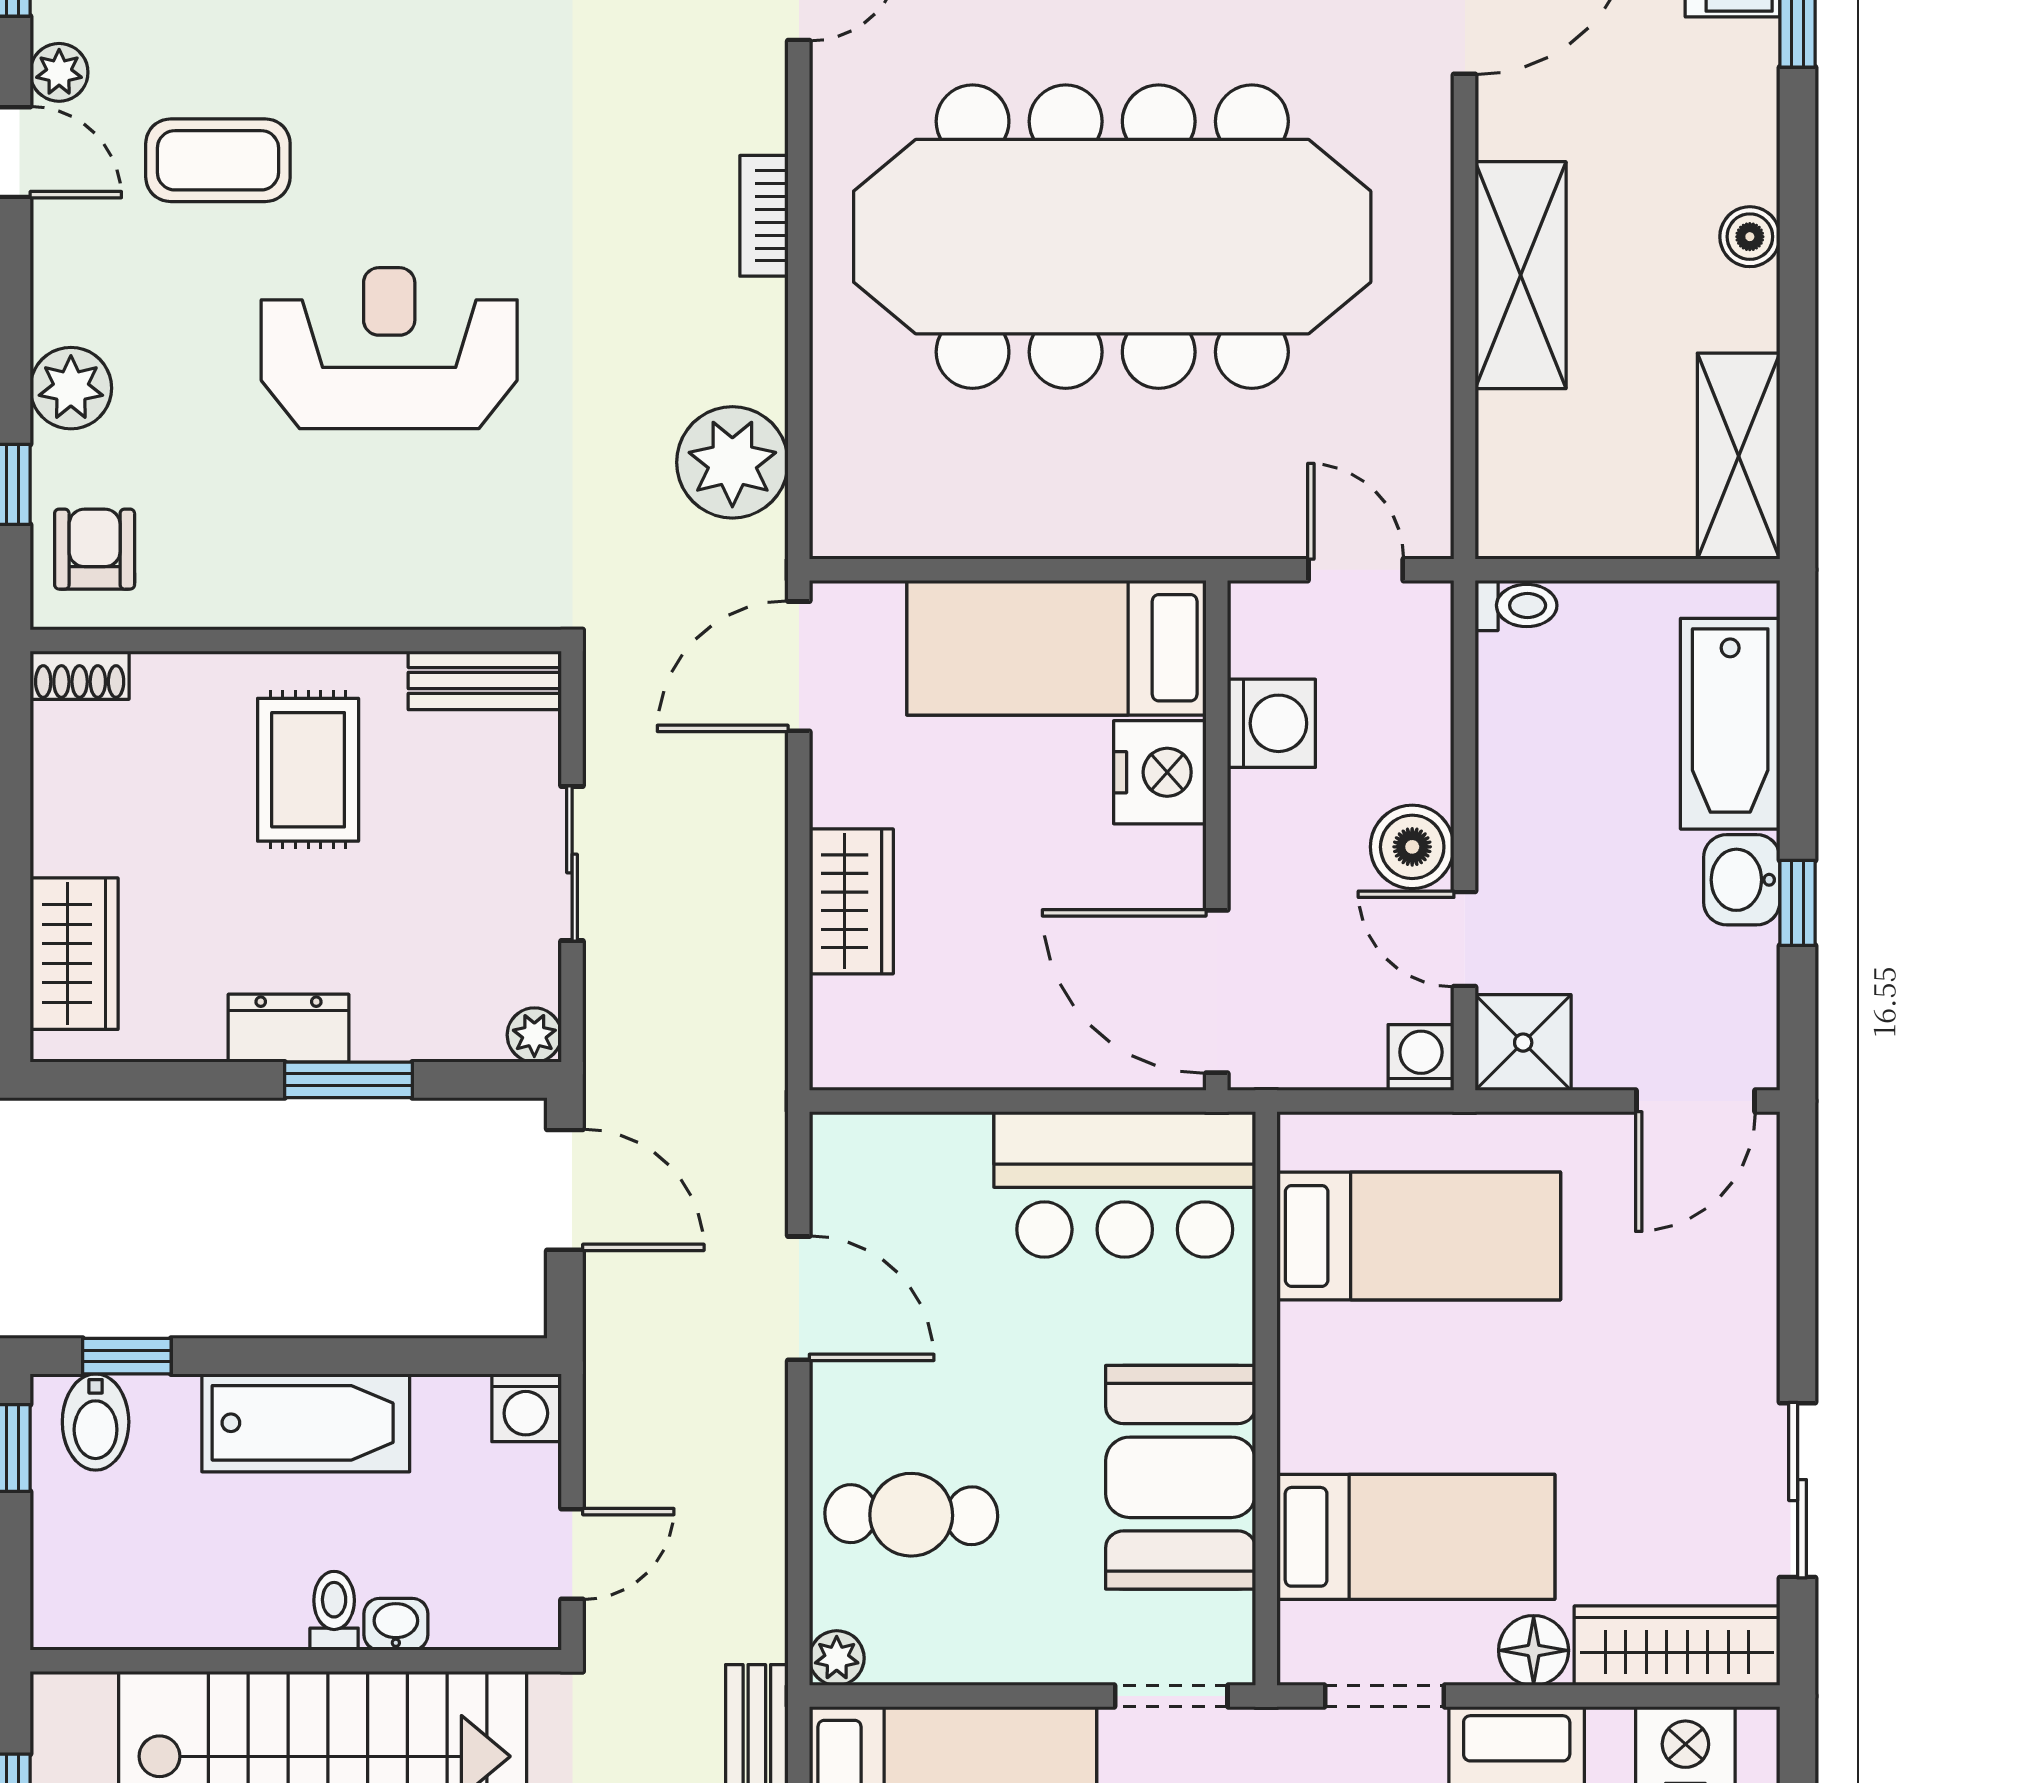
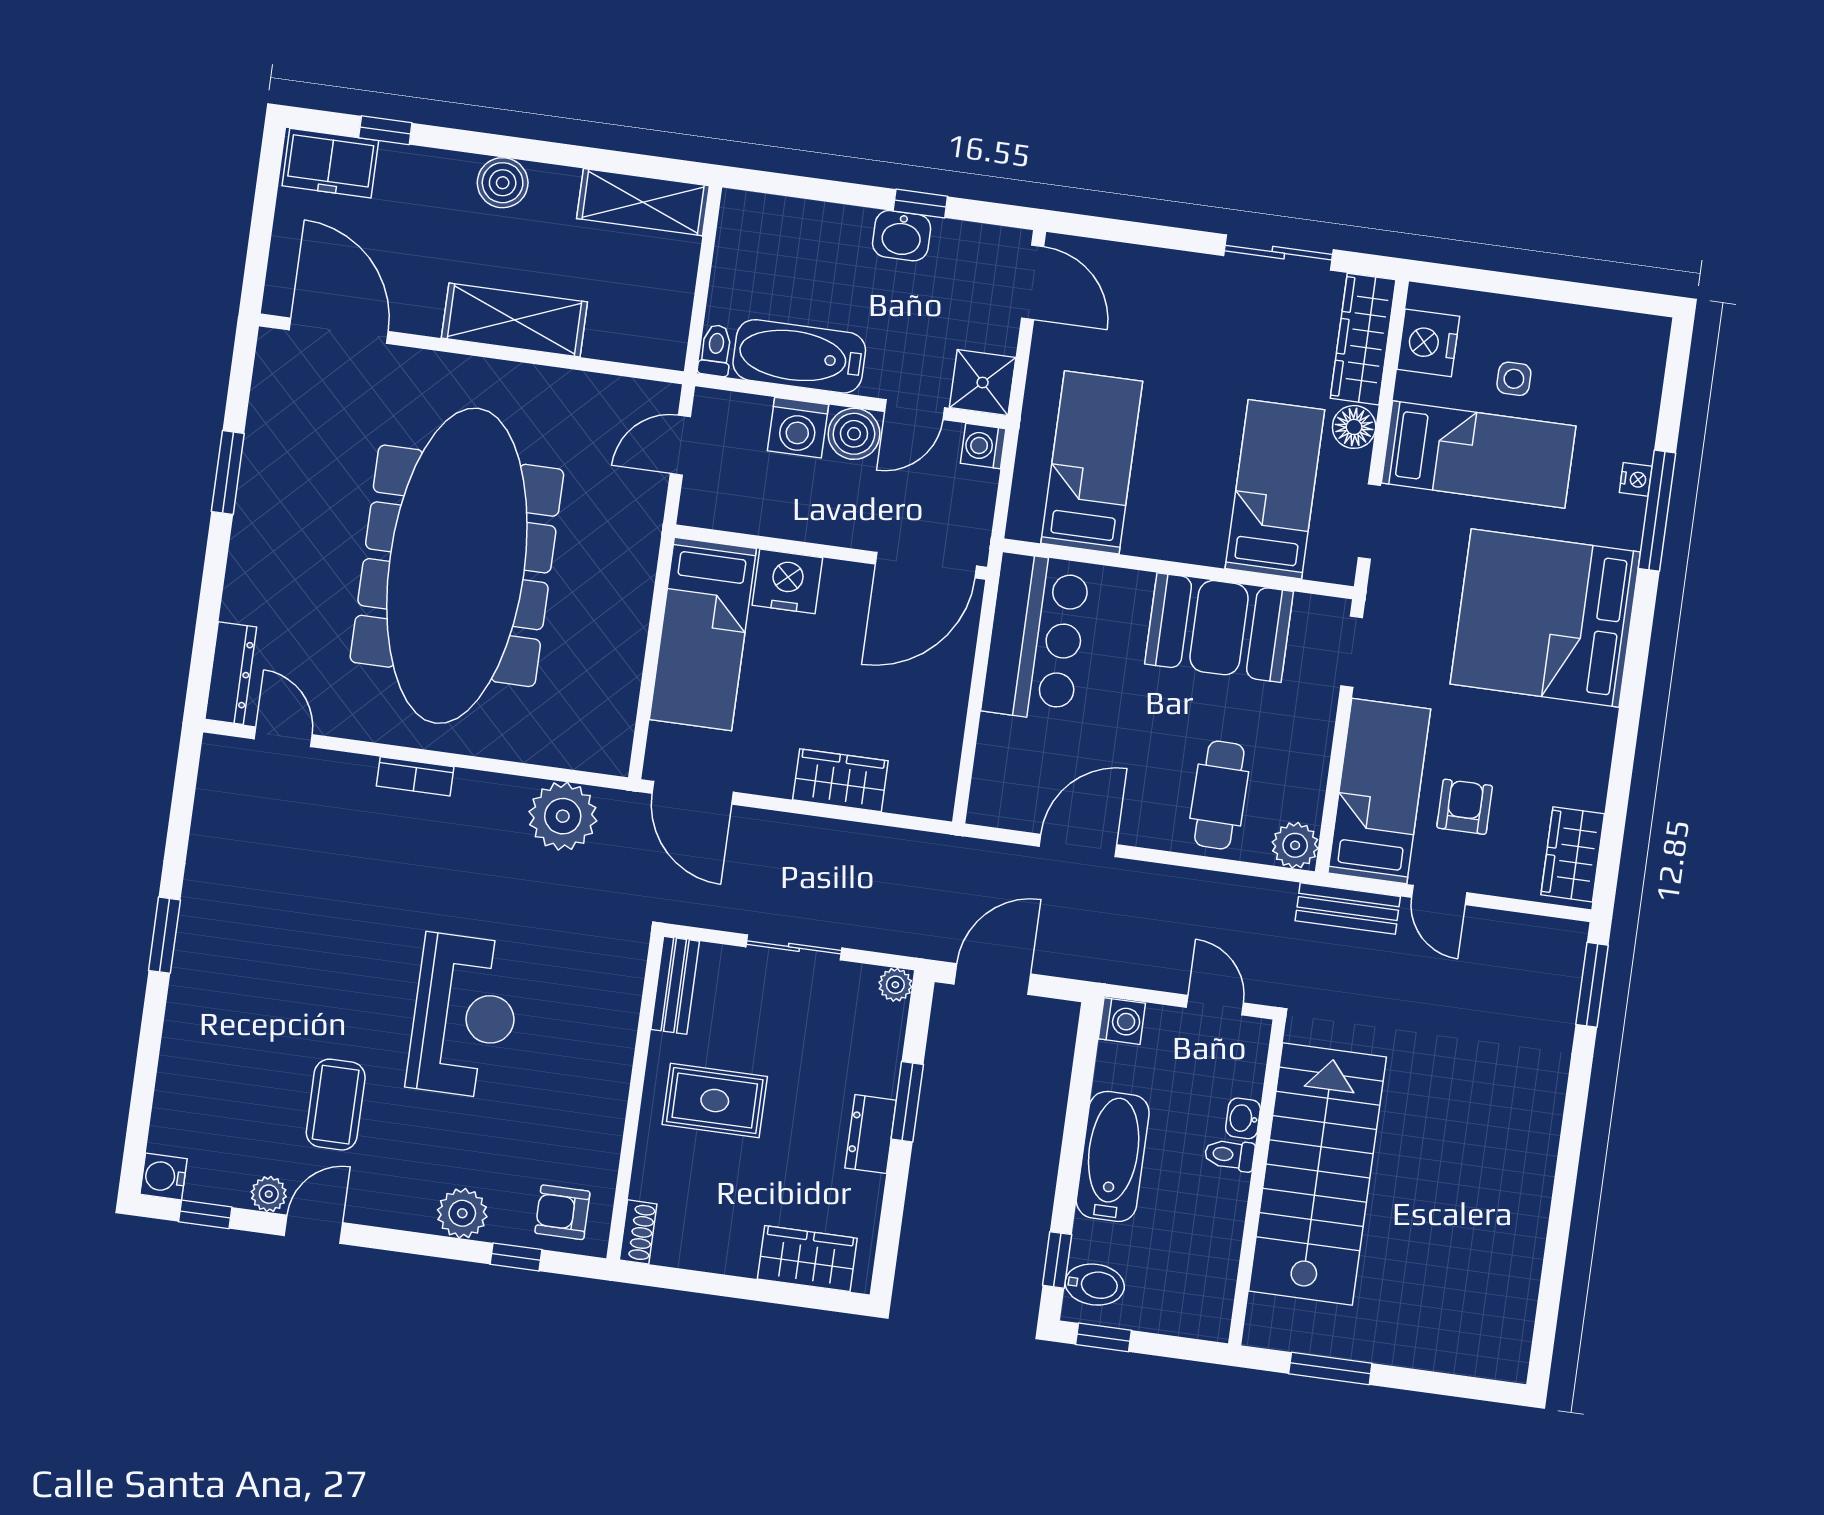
boiler: (1750, 237) -> (503, 183), width x1.36, depth x1.36
reception desk: (389, 348) -> (464, 1016), turned 180
washing machine: (1271, 723) -> (798, 428), moved, turned 180
bathtub: (1730, 724) -> (799, 356), moved, turned 180
plant: (837, 1658) -> (1295, 845), width x1.38, depth x1.38

